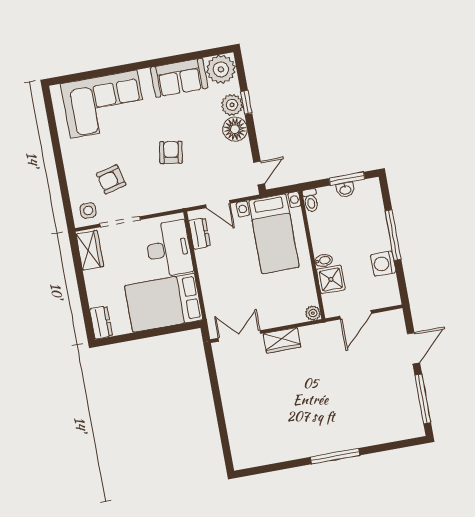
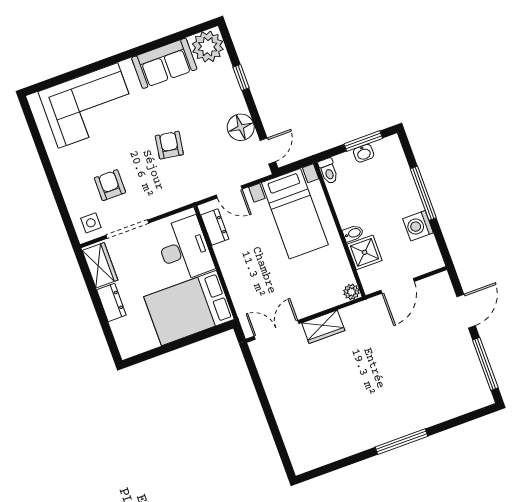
plant: (232, 105) -> (226, 83), removed
floor lamp: (235, 129) -> (241, 127), moved
armchair: (111, 179) -> (110, 185), turned 104
dresser: (101, 322) -> (111, 302), moved

